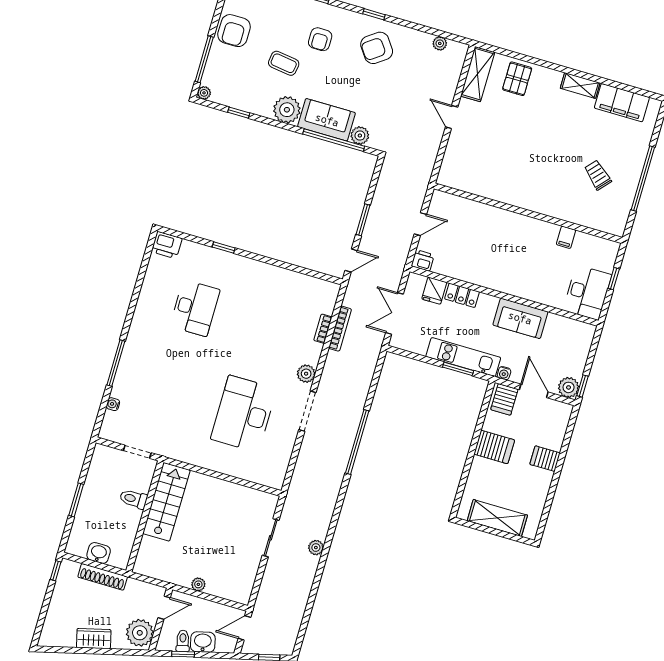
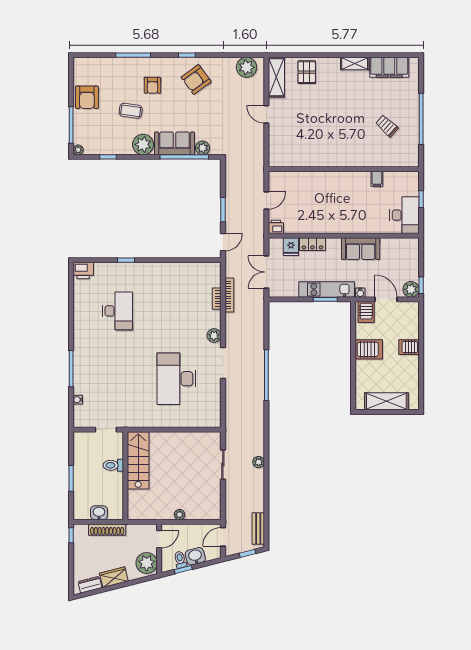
plant: (440, 43) -> (247, 67), width x1.88, depth x1.88
bench: (291, 630) -> (258, 529), added
dresser: (61, 639) -> (90, 585), added

